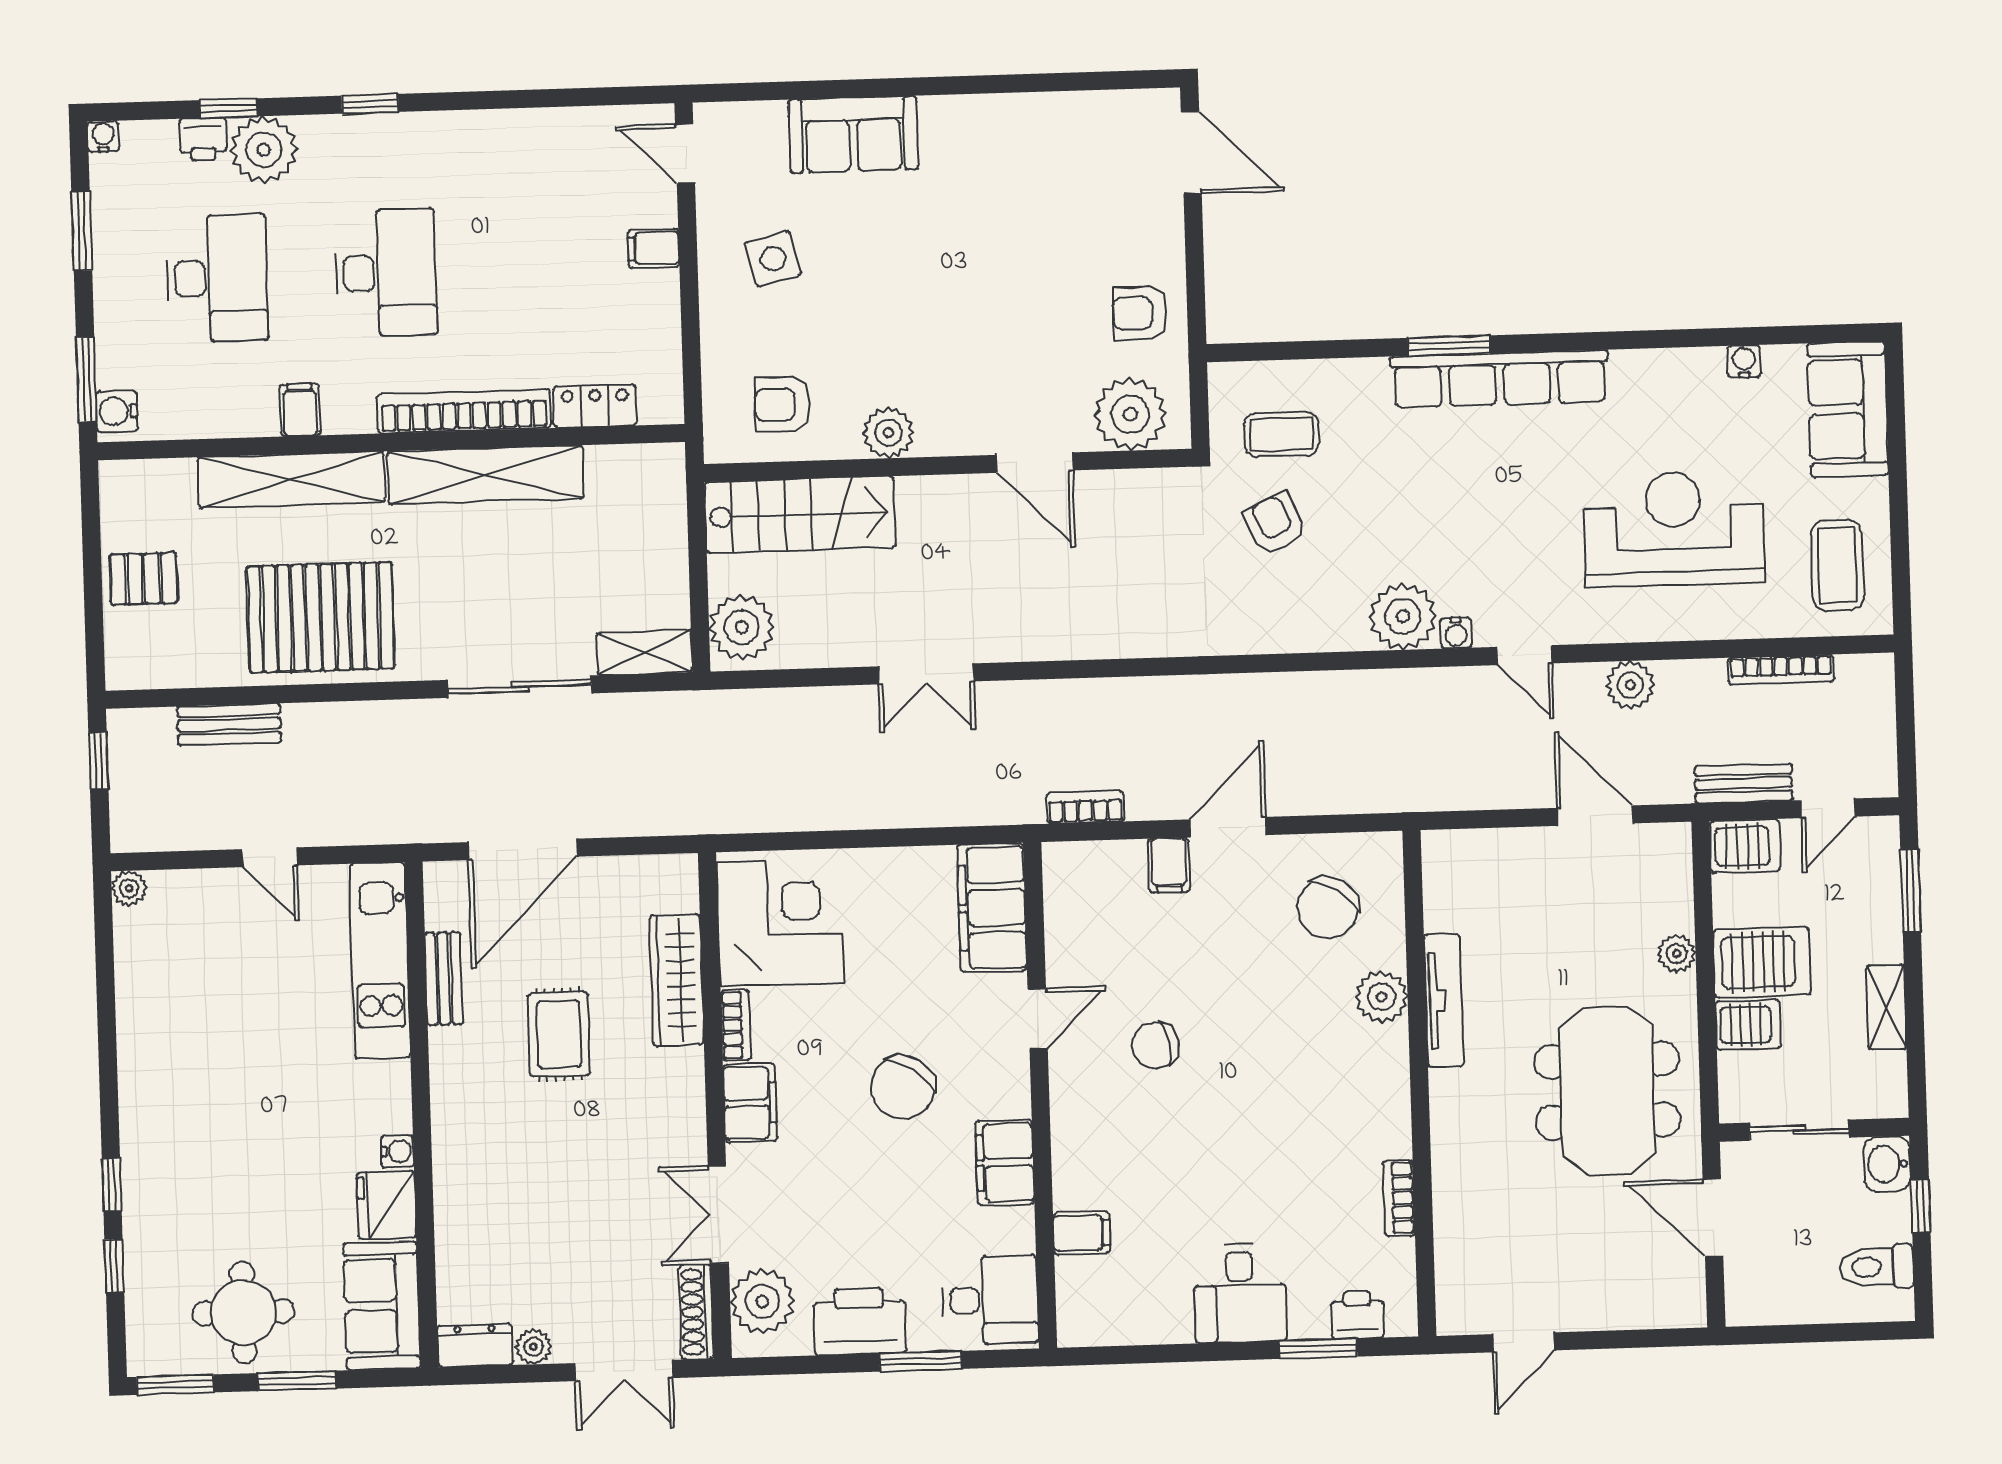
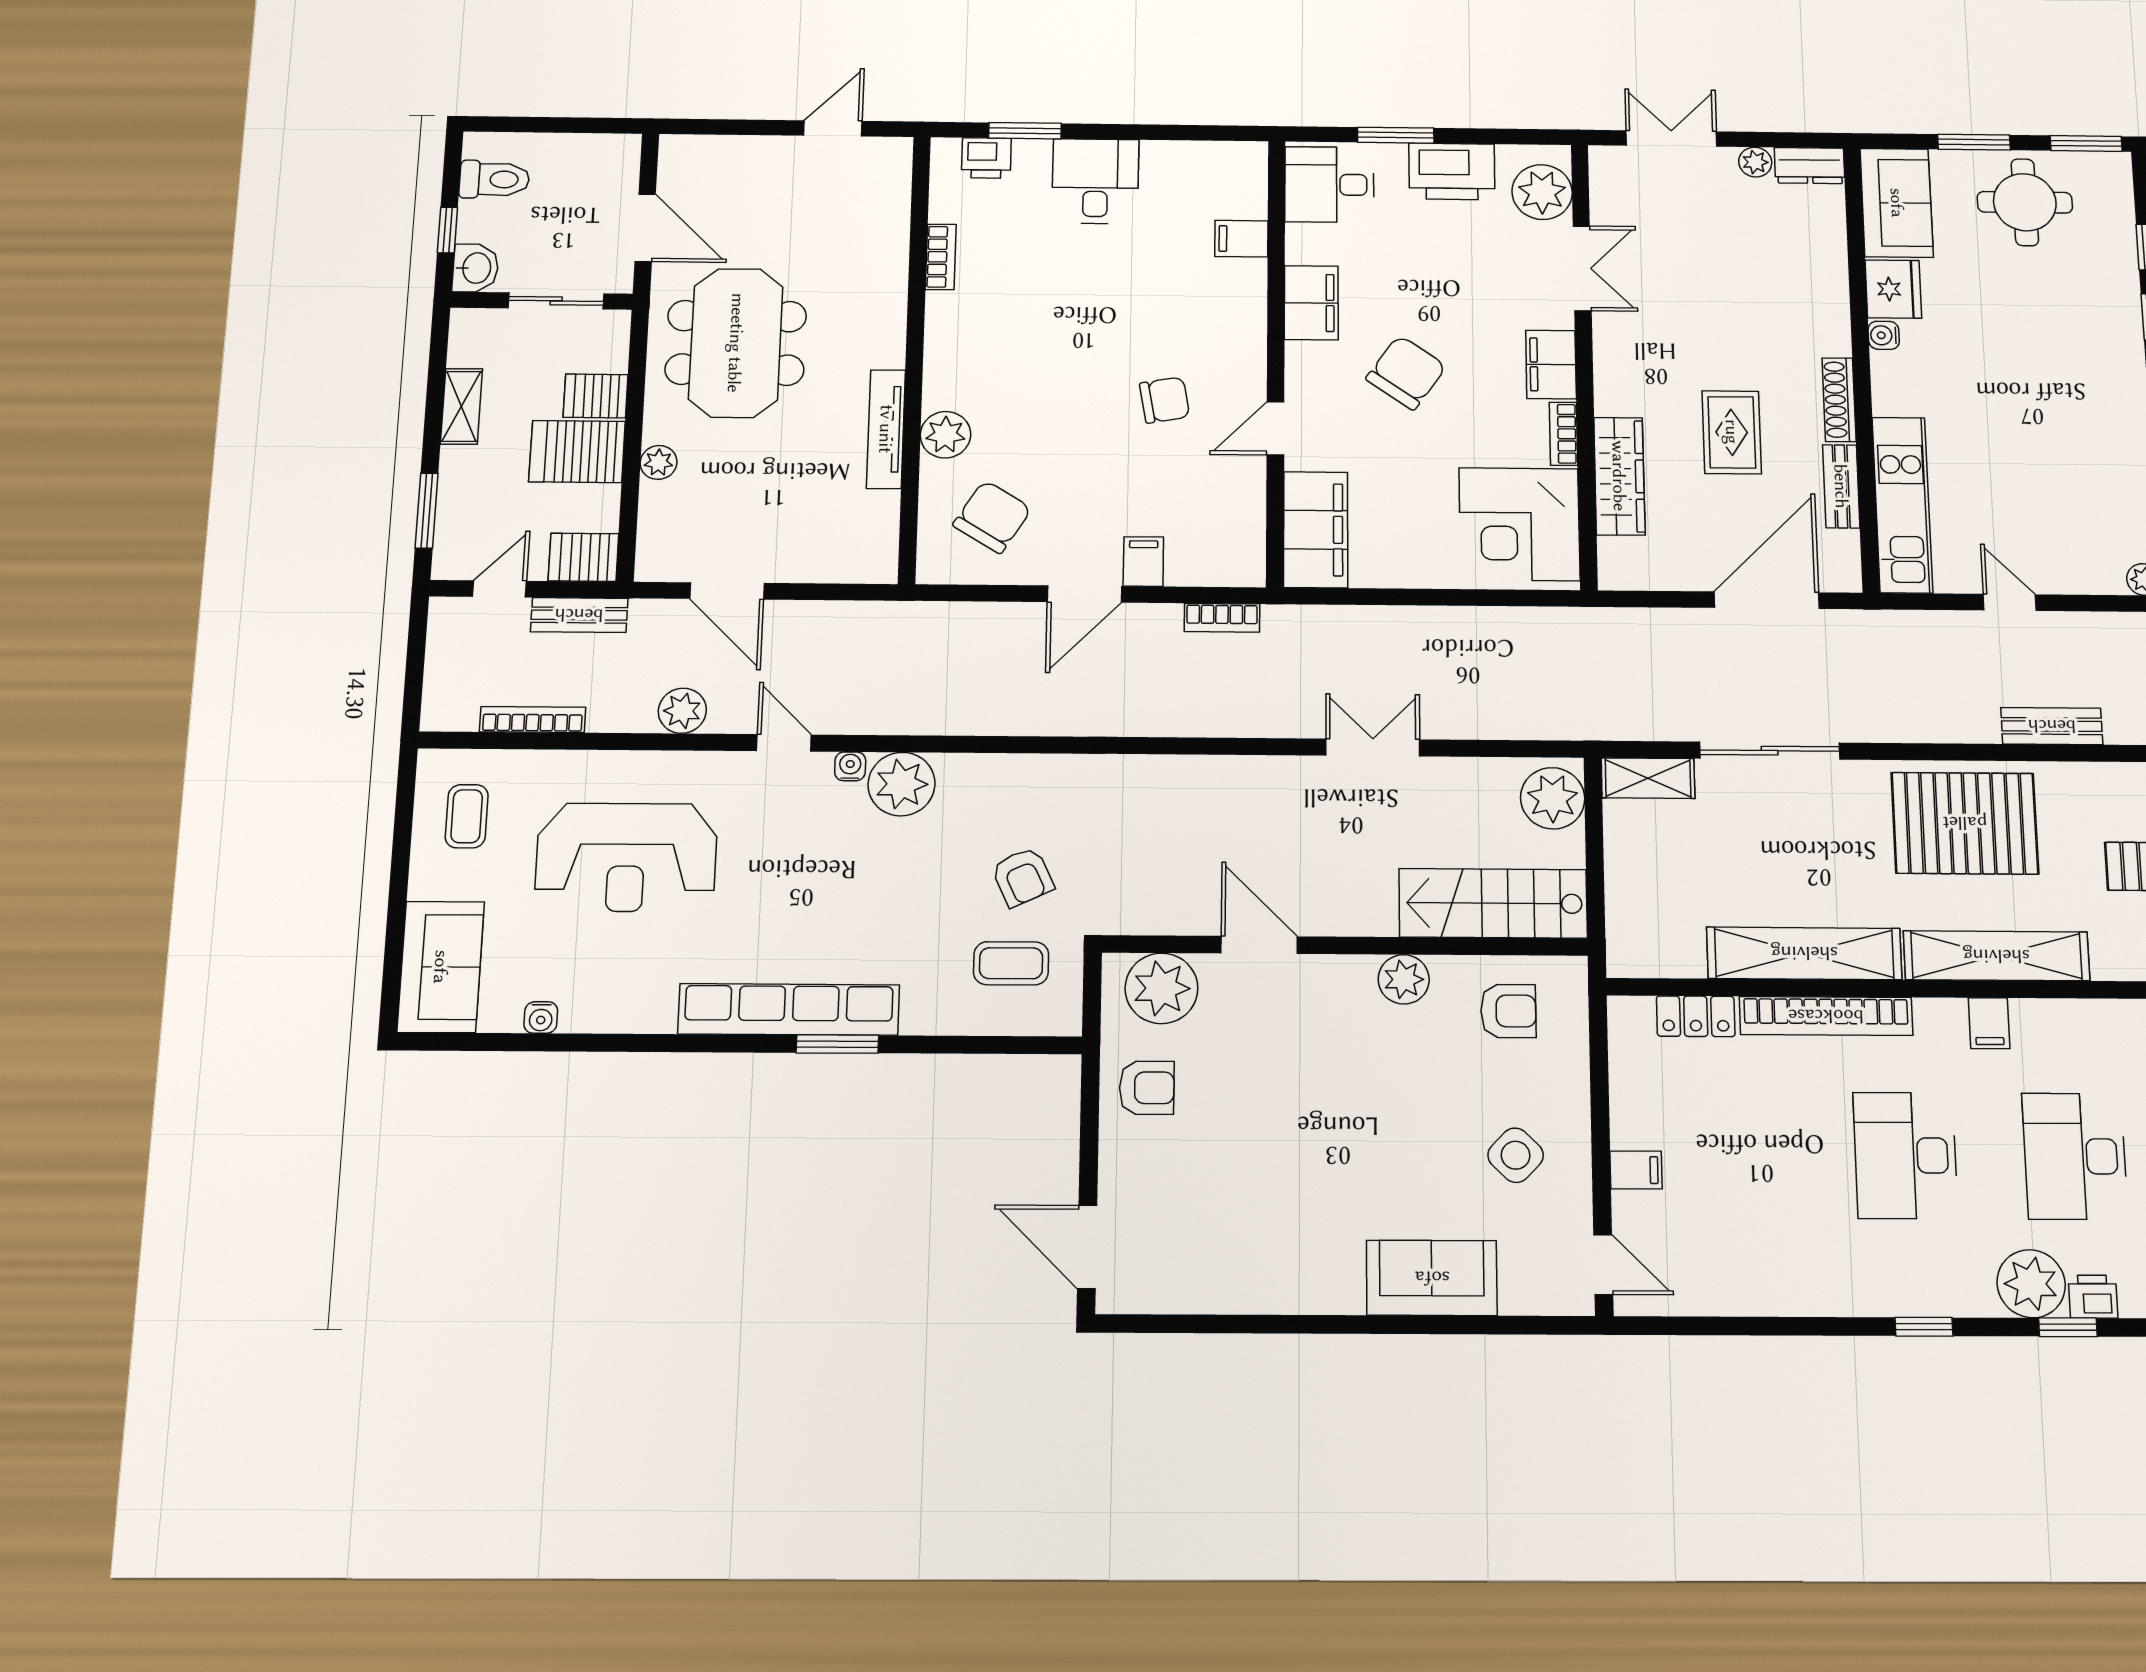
side table: (773, 259) -> (1516, 1155), turned -32
coffee table: (1837, 565) -> (467, 816), width x0.73, depth x0.77
shoe rack: (696, 1312) -> (1839, 400), moved, turned 180

